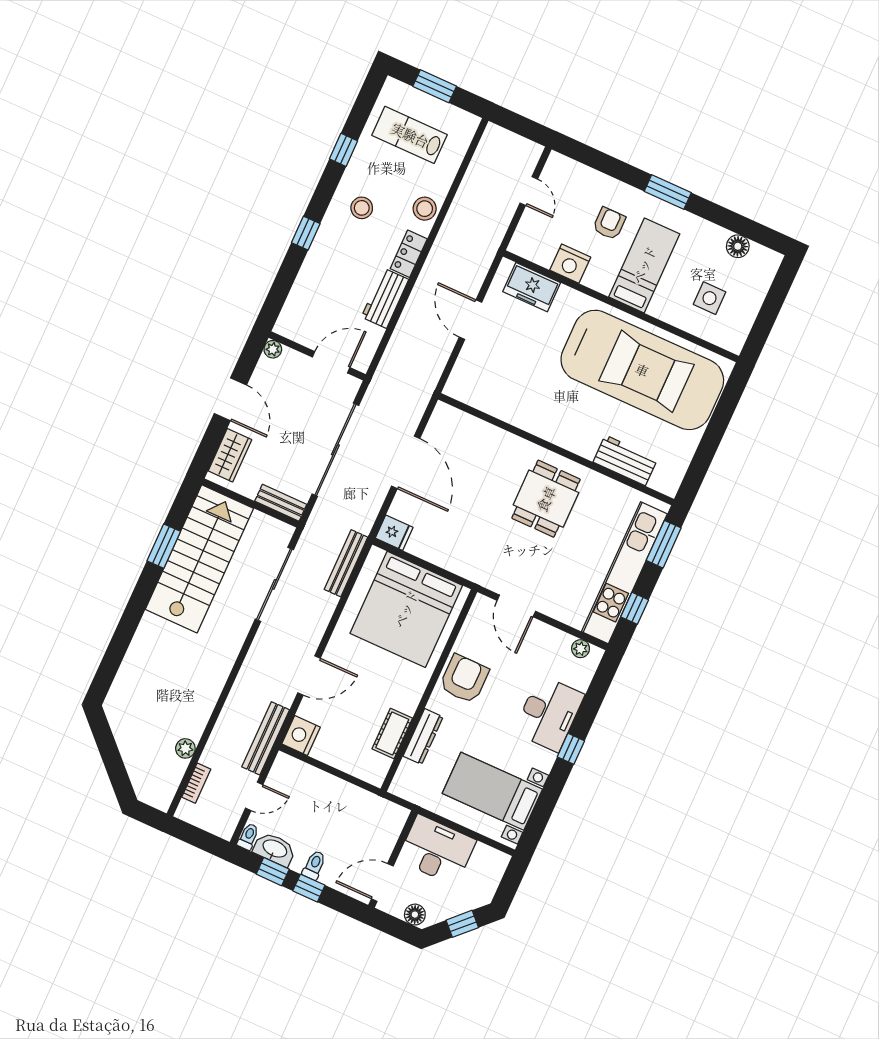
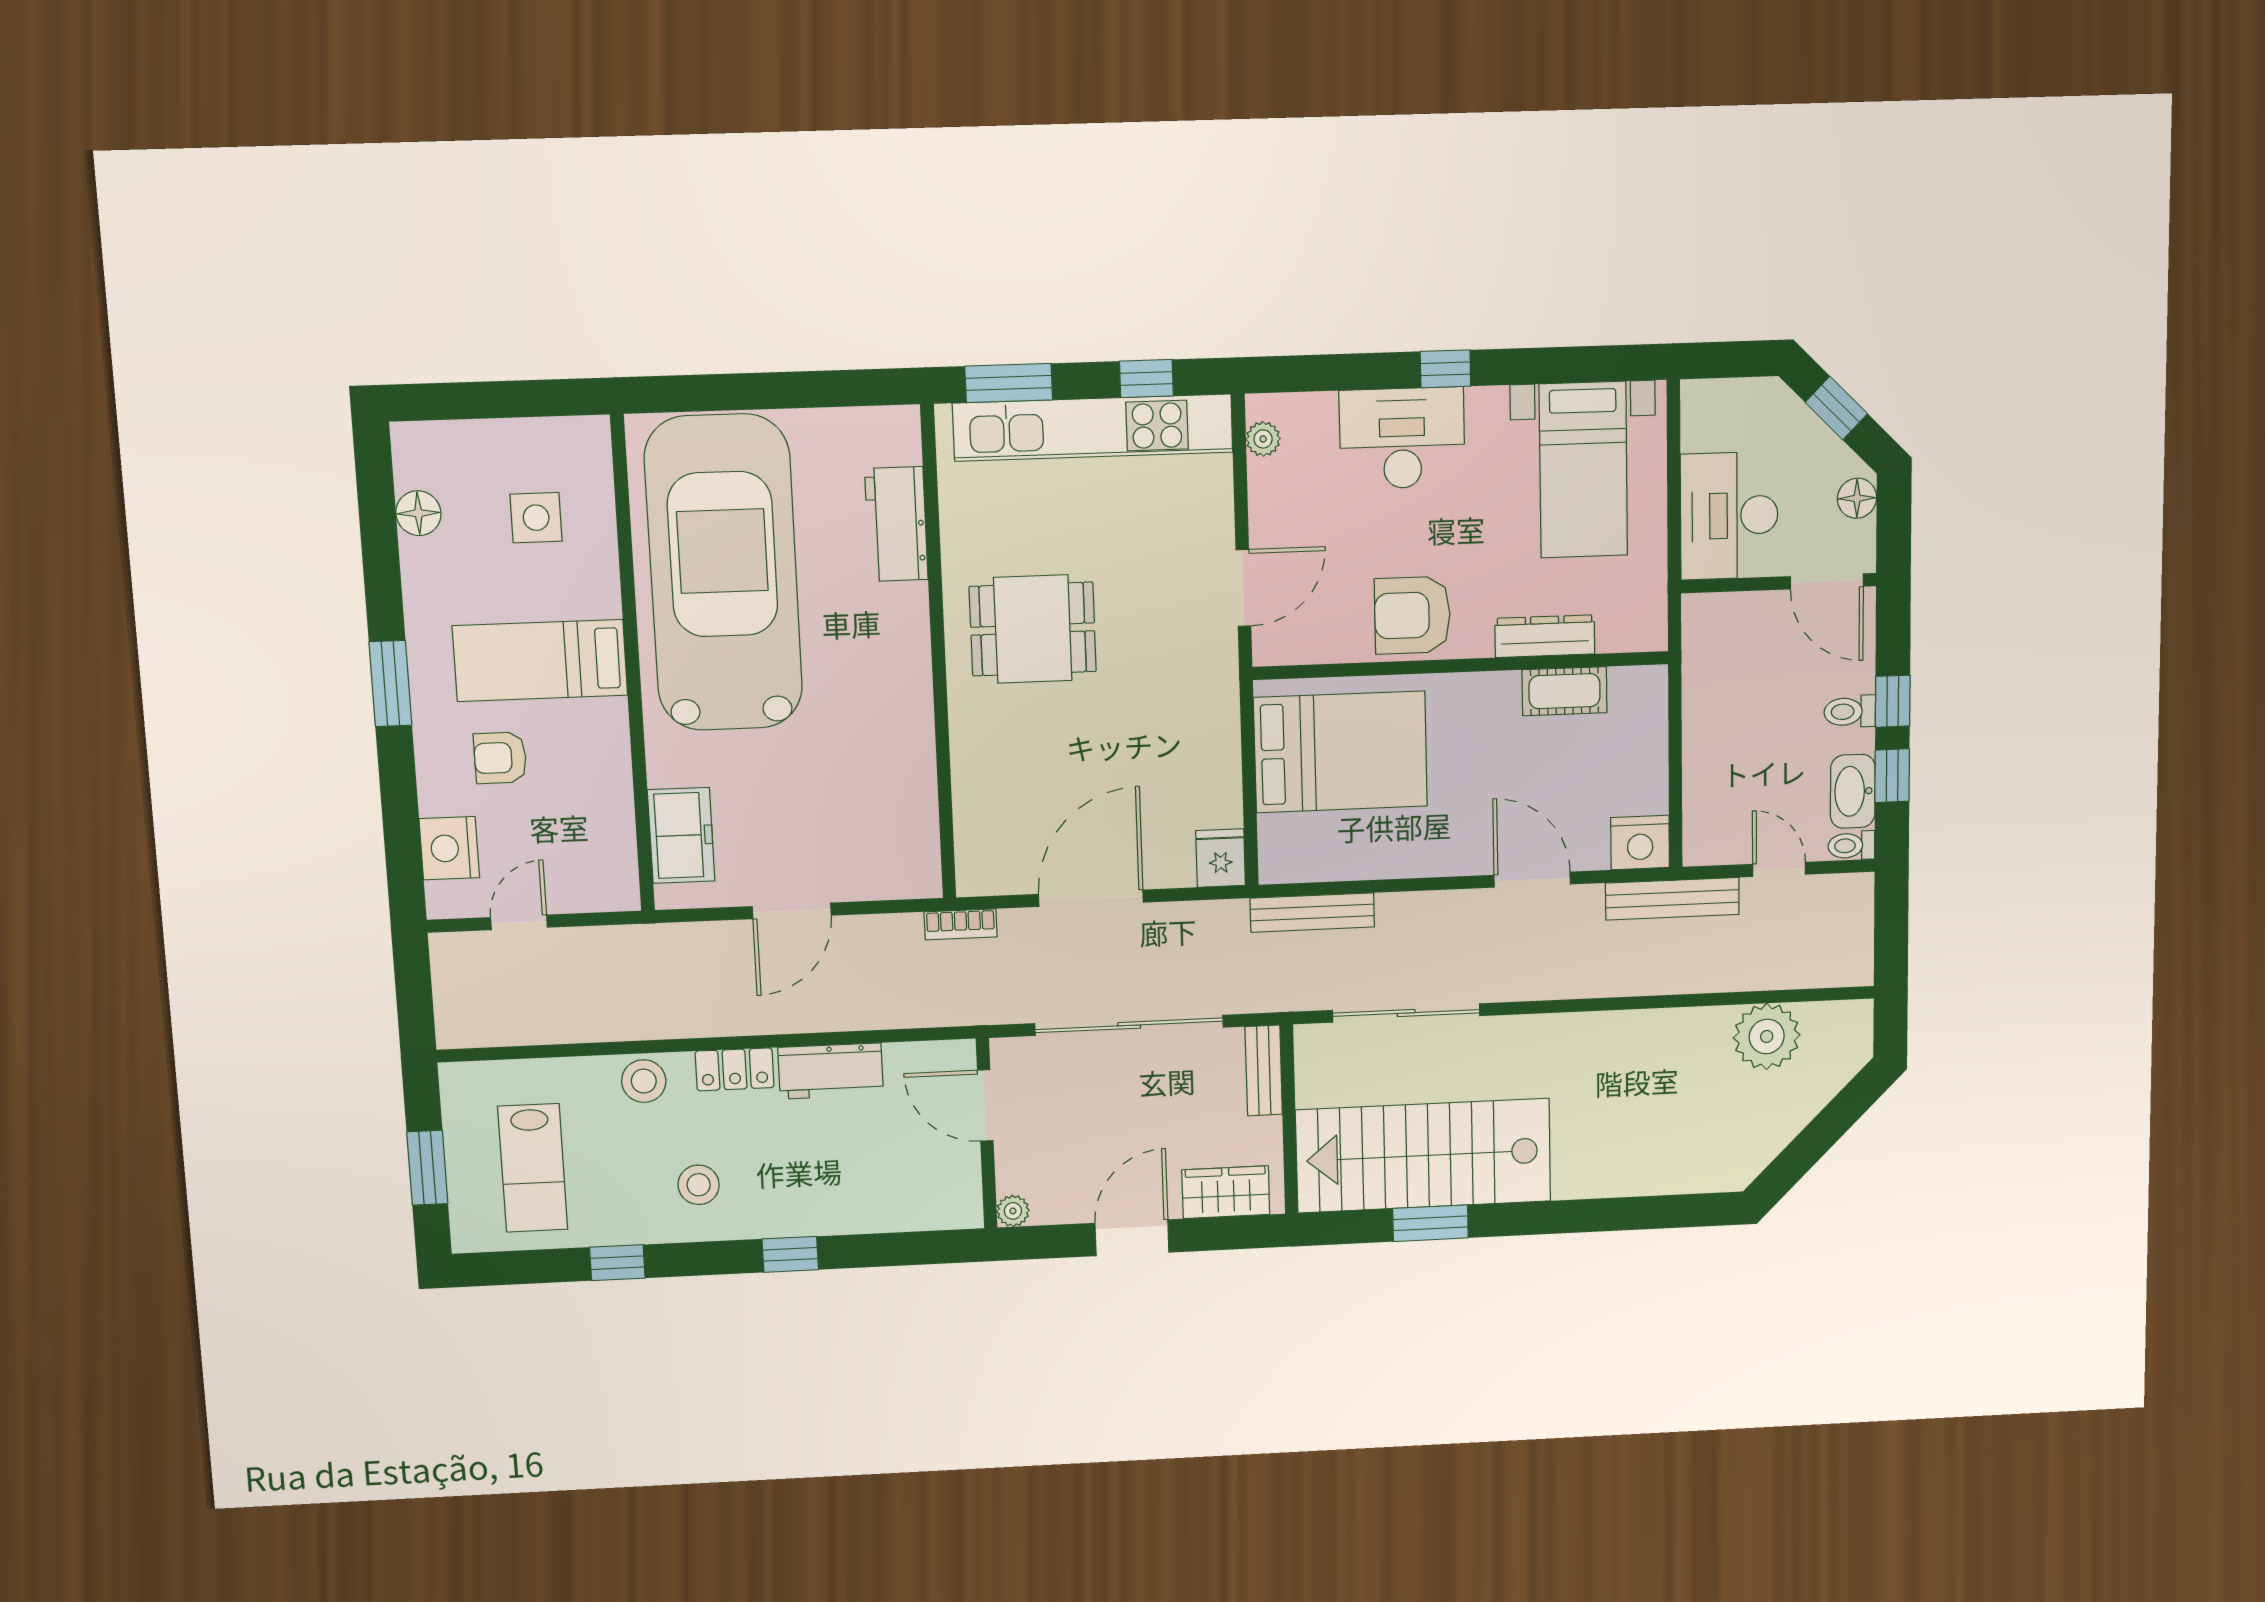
nightstand: (570, 264) -> (449, 848), moved, turned 180
bed: (406, 609) -> (1341, 752), width x0.73
plant: (185, 748) -> (1767, 1036), width x1.87, depth x1.87
bookcase: (196, 783) -> (961, 924), moved, turned 180

